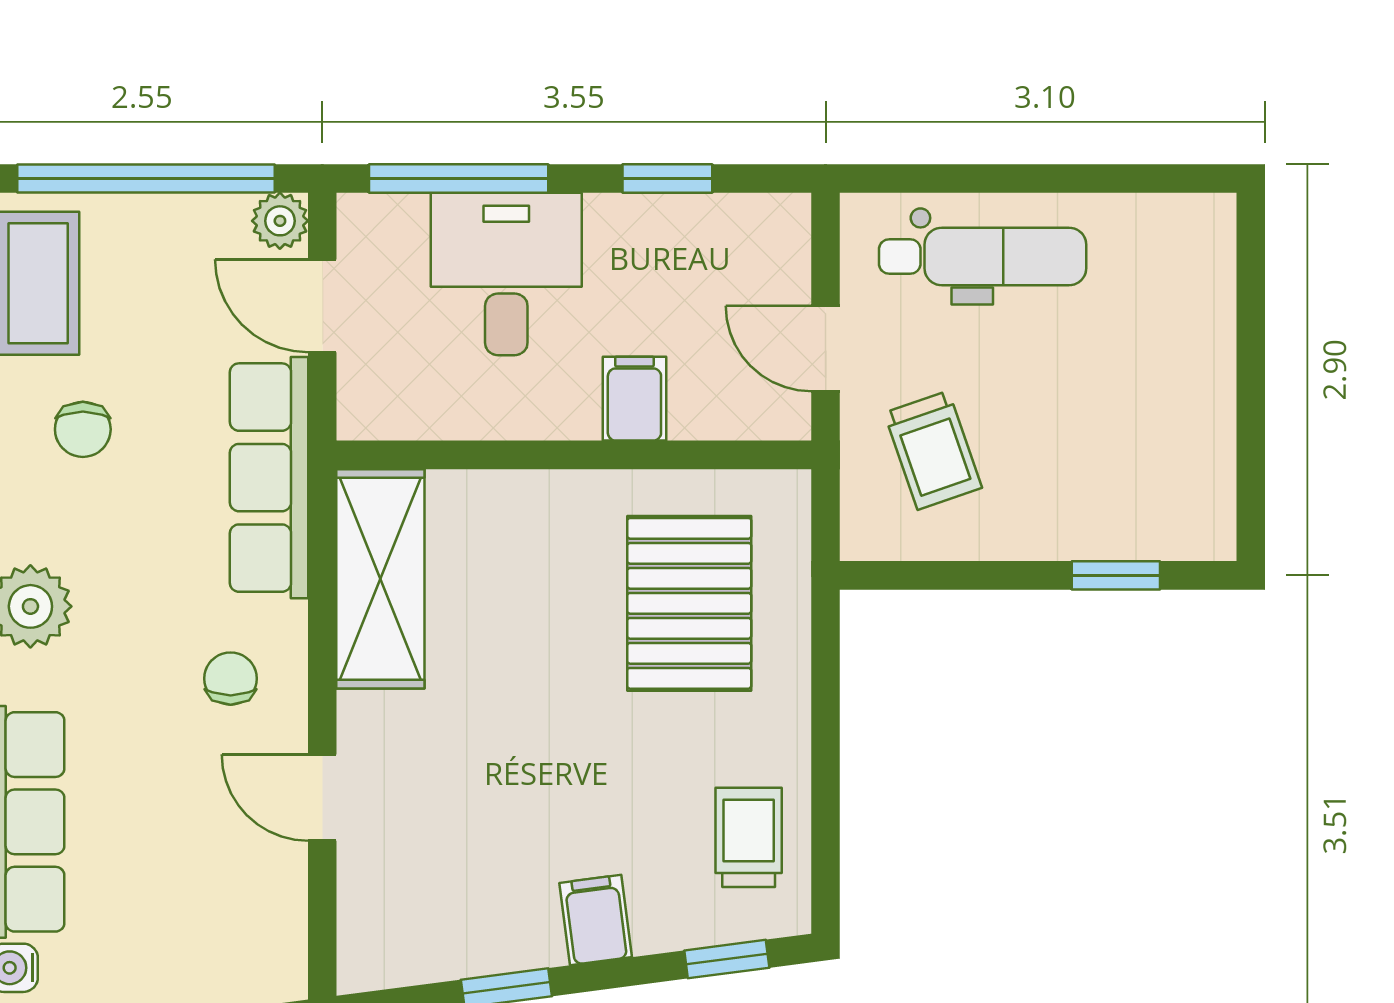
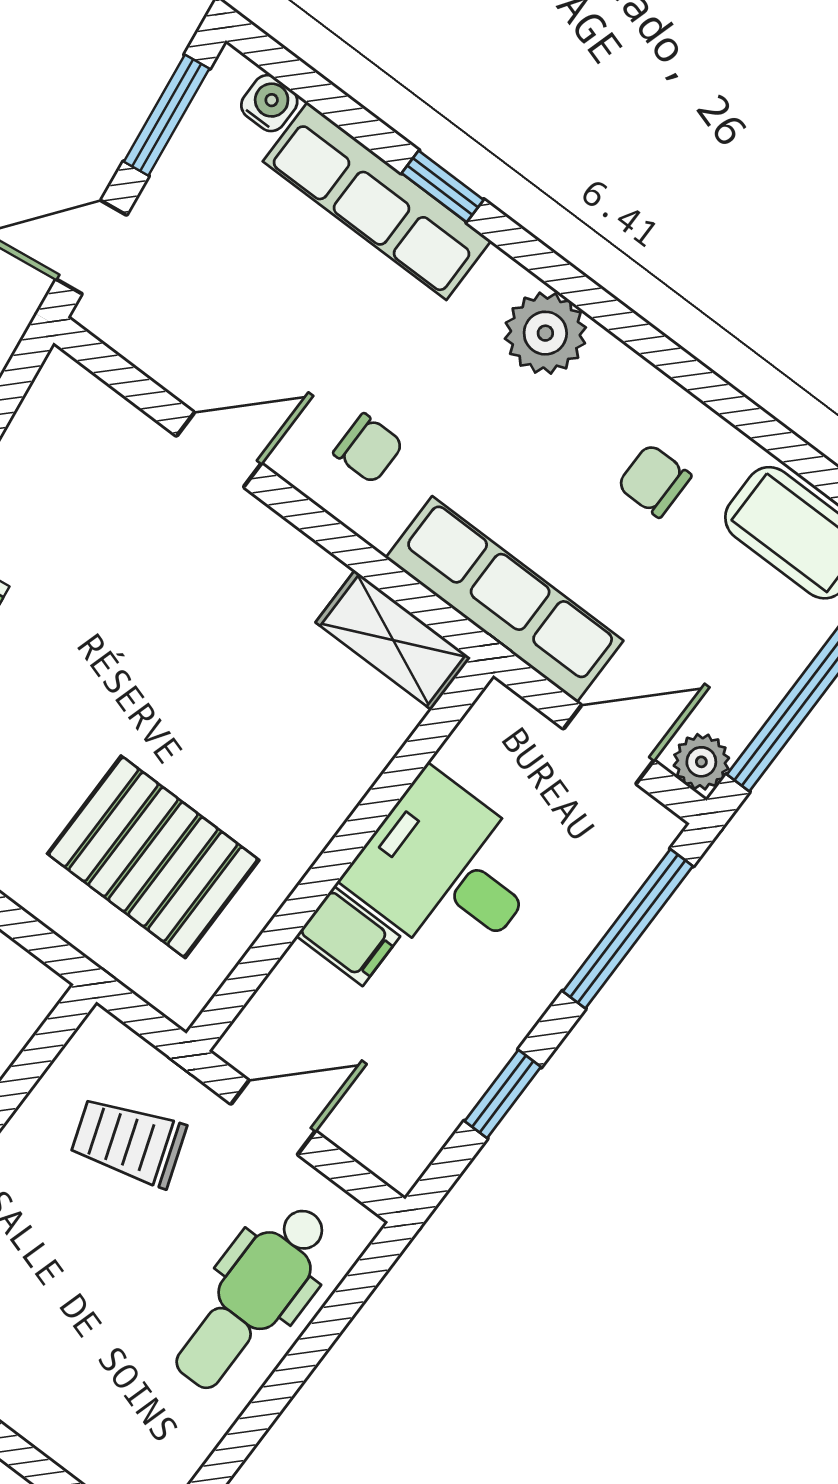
desk: (506, 274) -> (447, 870), moved, turned 180
shelving: (380, 579) -> (393, 640), width x0.67, depth x0.75

